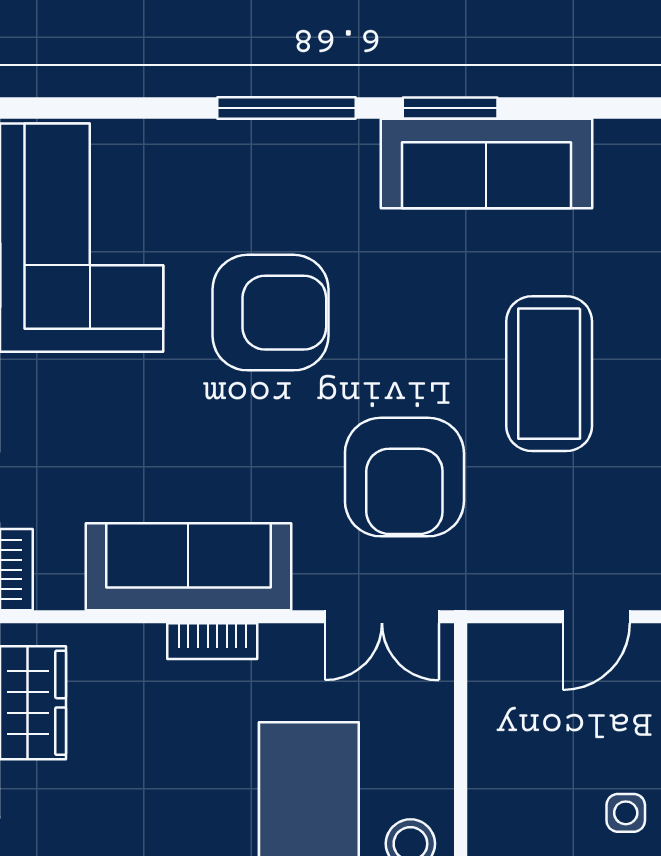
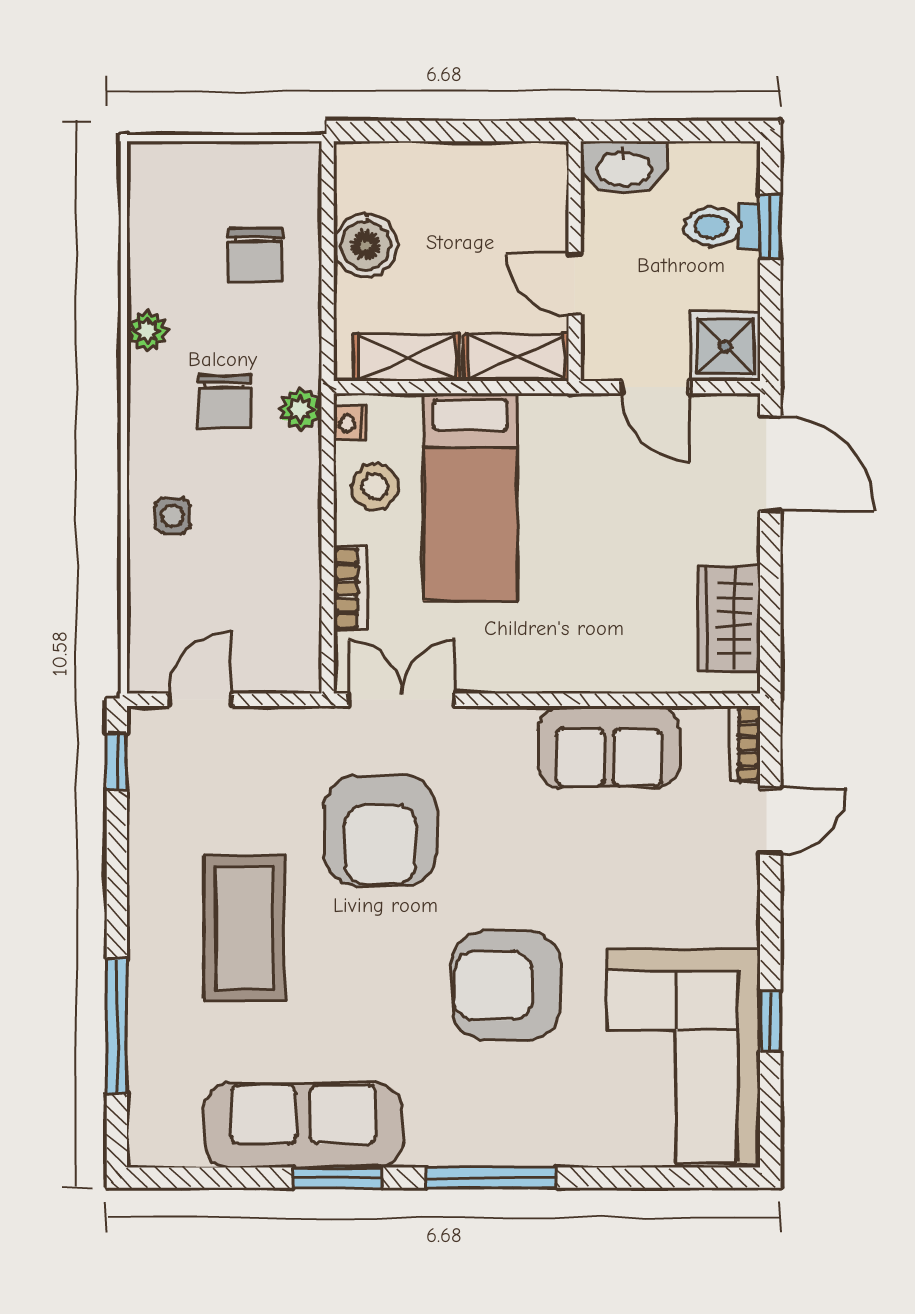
armchair: (404, 477) -> (380, 831), turned 180
sofa: (188, 567) -> (609, 747), width x0.73
bookcase: (212, 641) -> (351, 588), moved, turned 90

